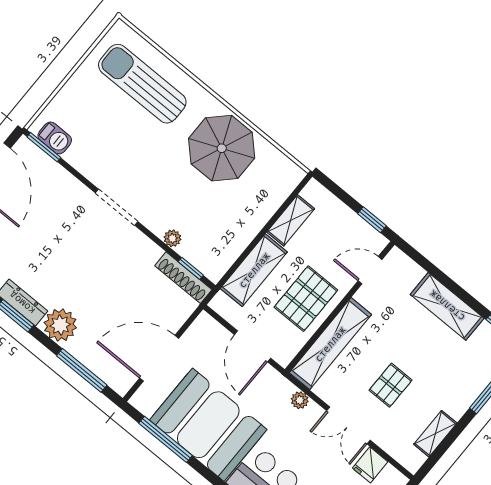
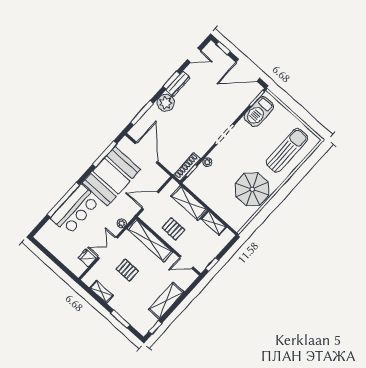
barbecue: (55, 138) -> (259, 112), width x1.88, depth x1.53
door: (370, 270) -> (186, 262), swing flipped
pallet: (306, 299) -> (173, 229), width x0.67, depth x0.71

